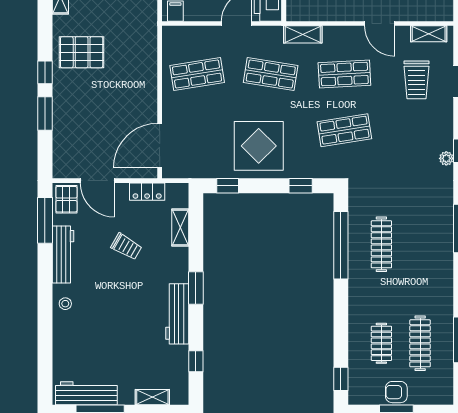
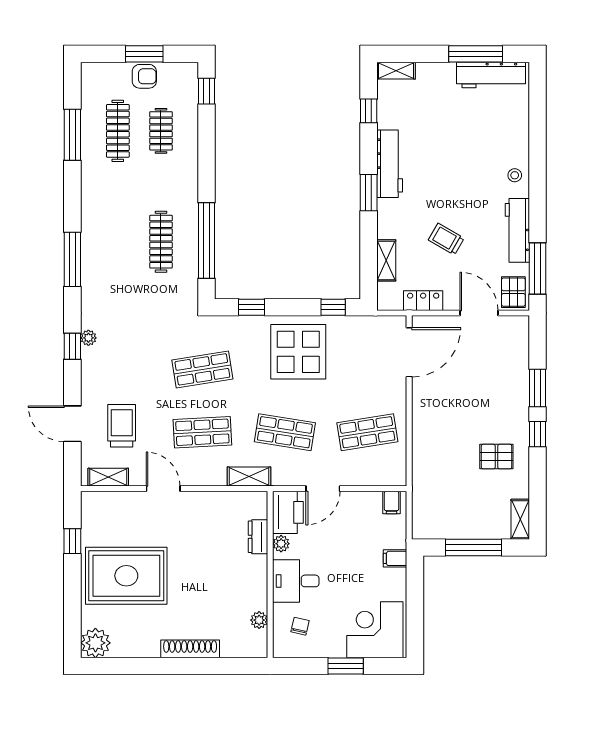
pallet: (82, 52) -> (496, 457), width x0.67, depth x0.71
shelving: (152, 397) -> (396, 71), moved

